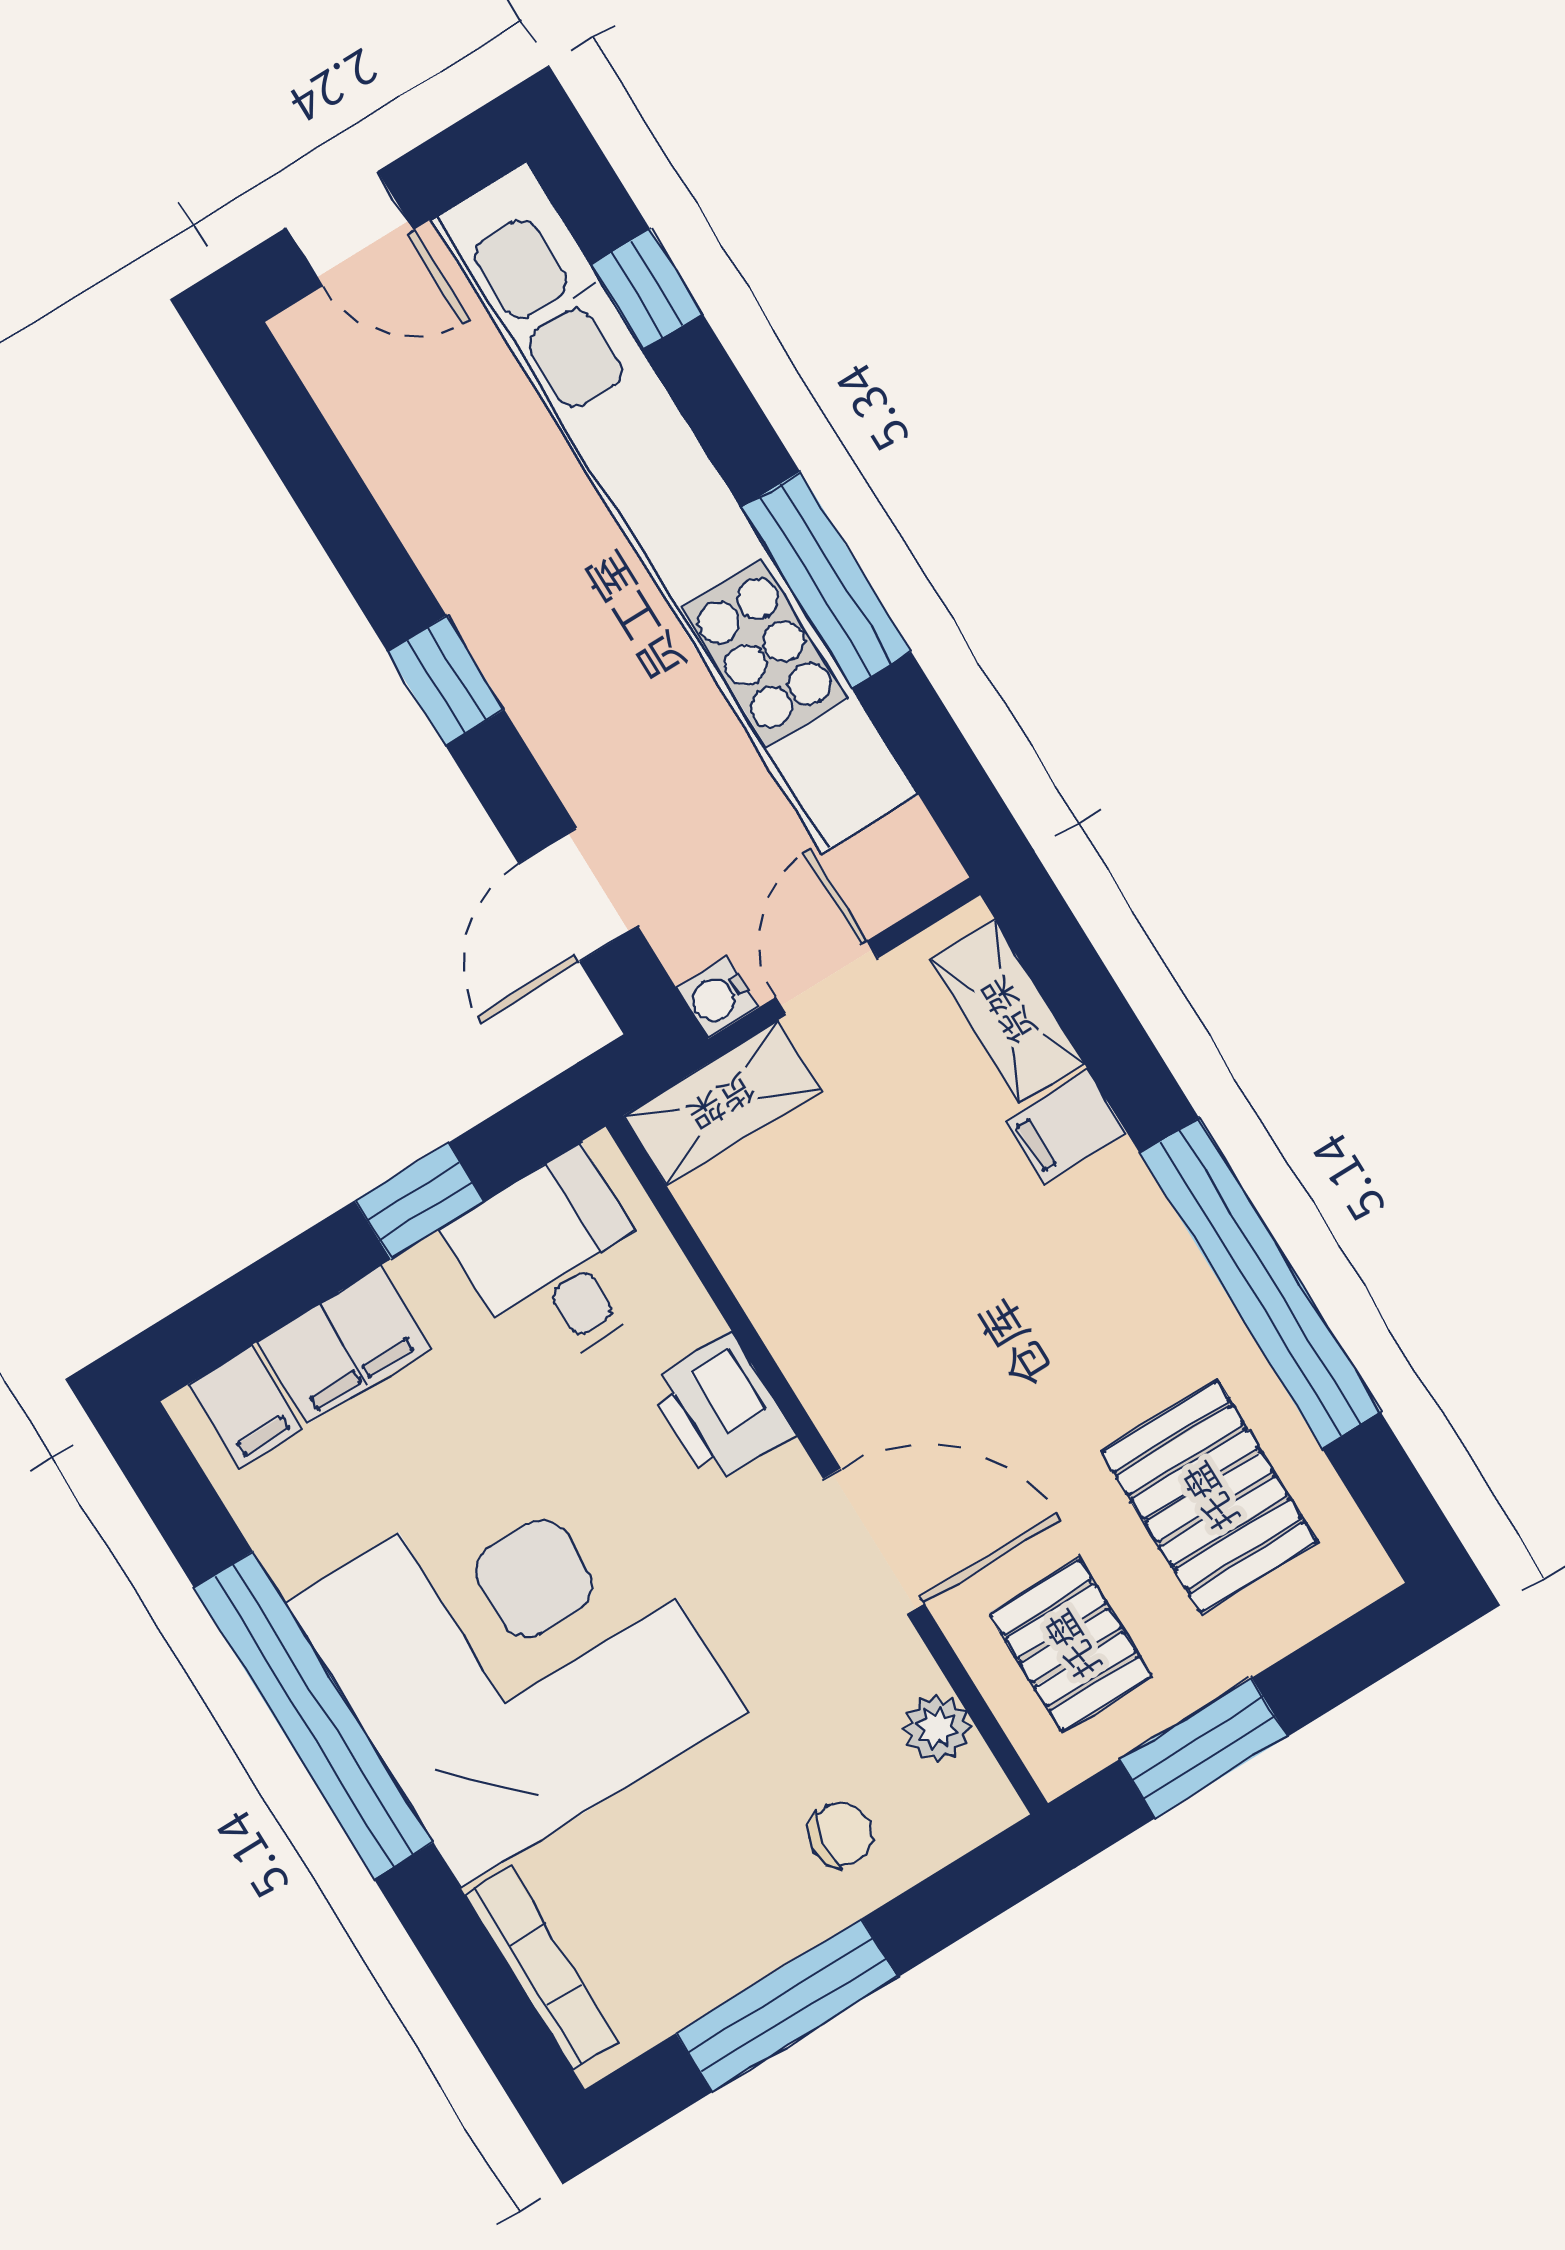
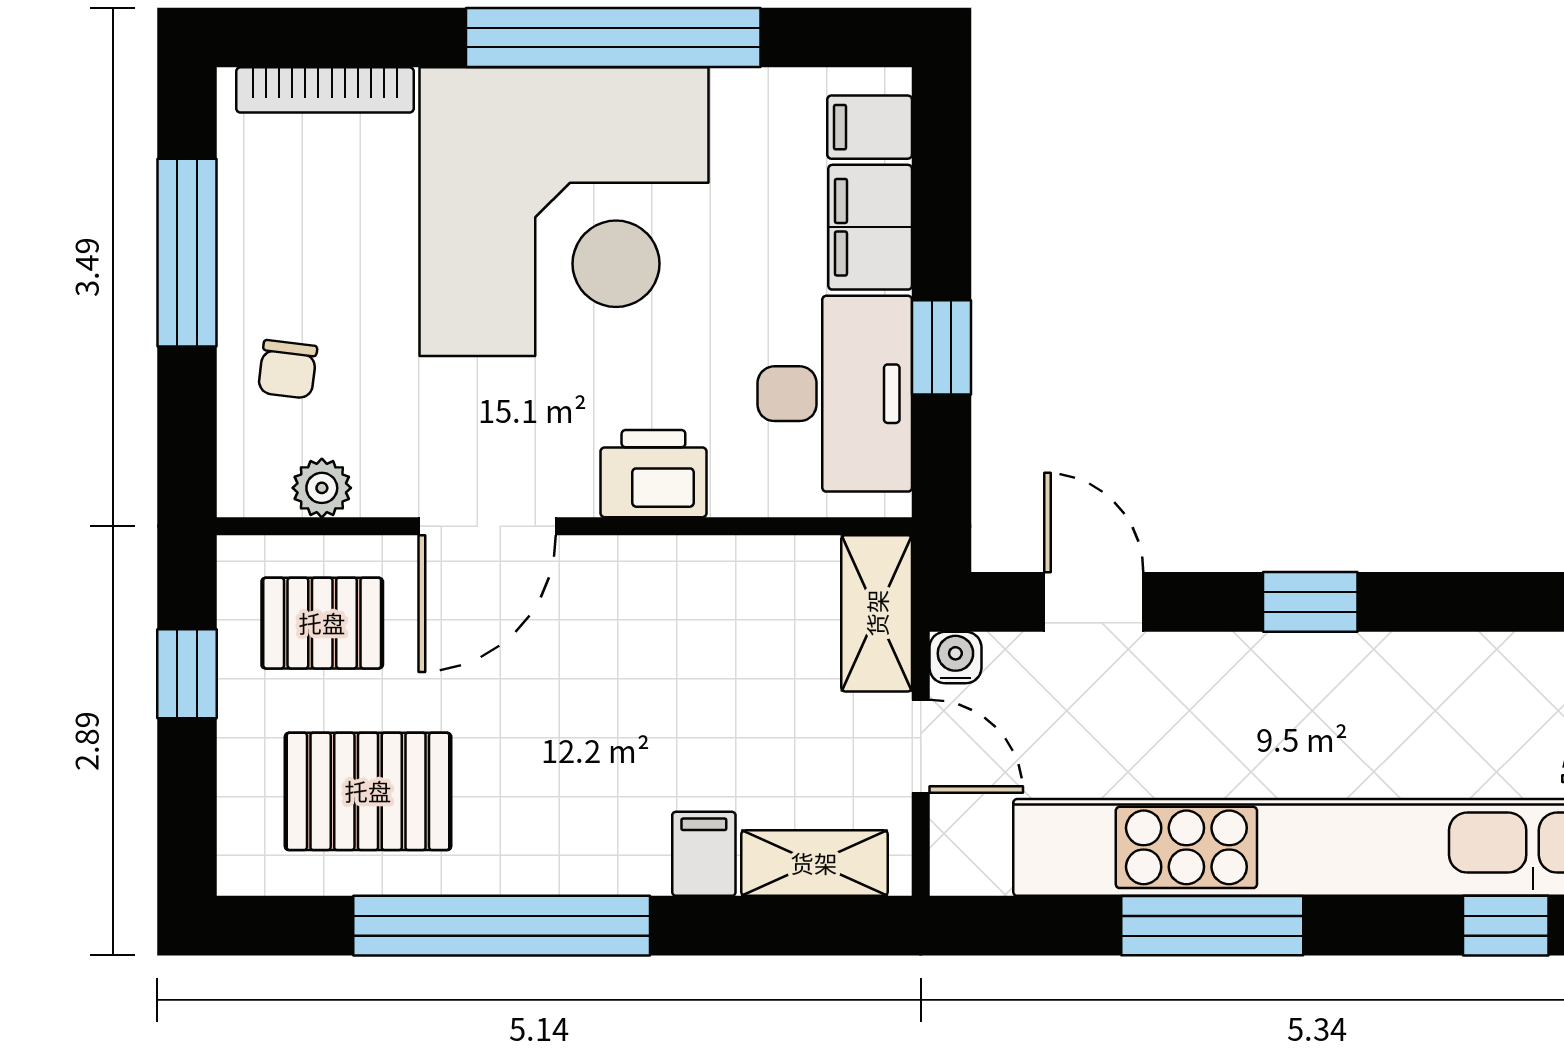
desk: (557, 1262) -> (835, 394), width x1.37
window: (1203, 1748) -> (187, 674), width x0.67

